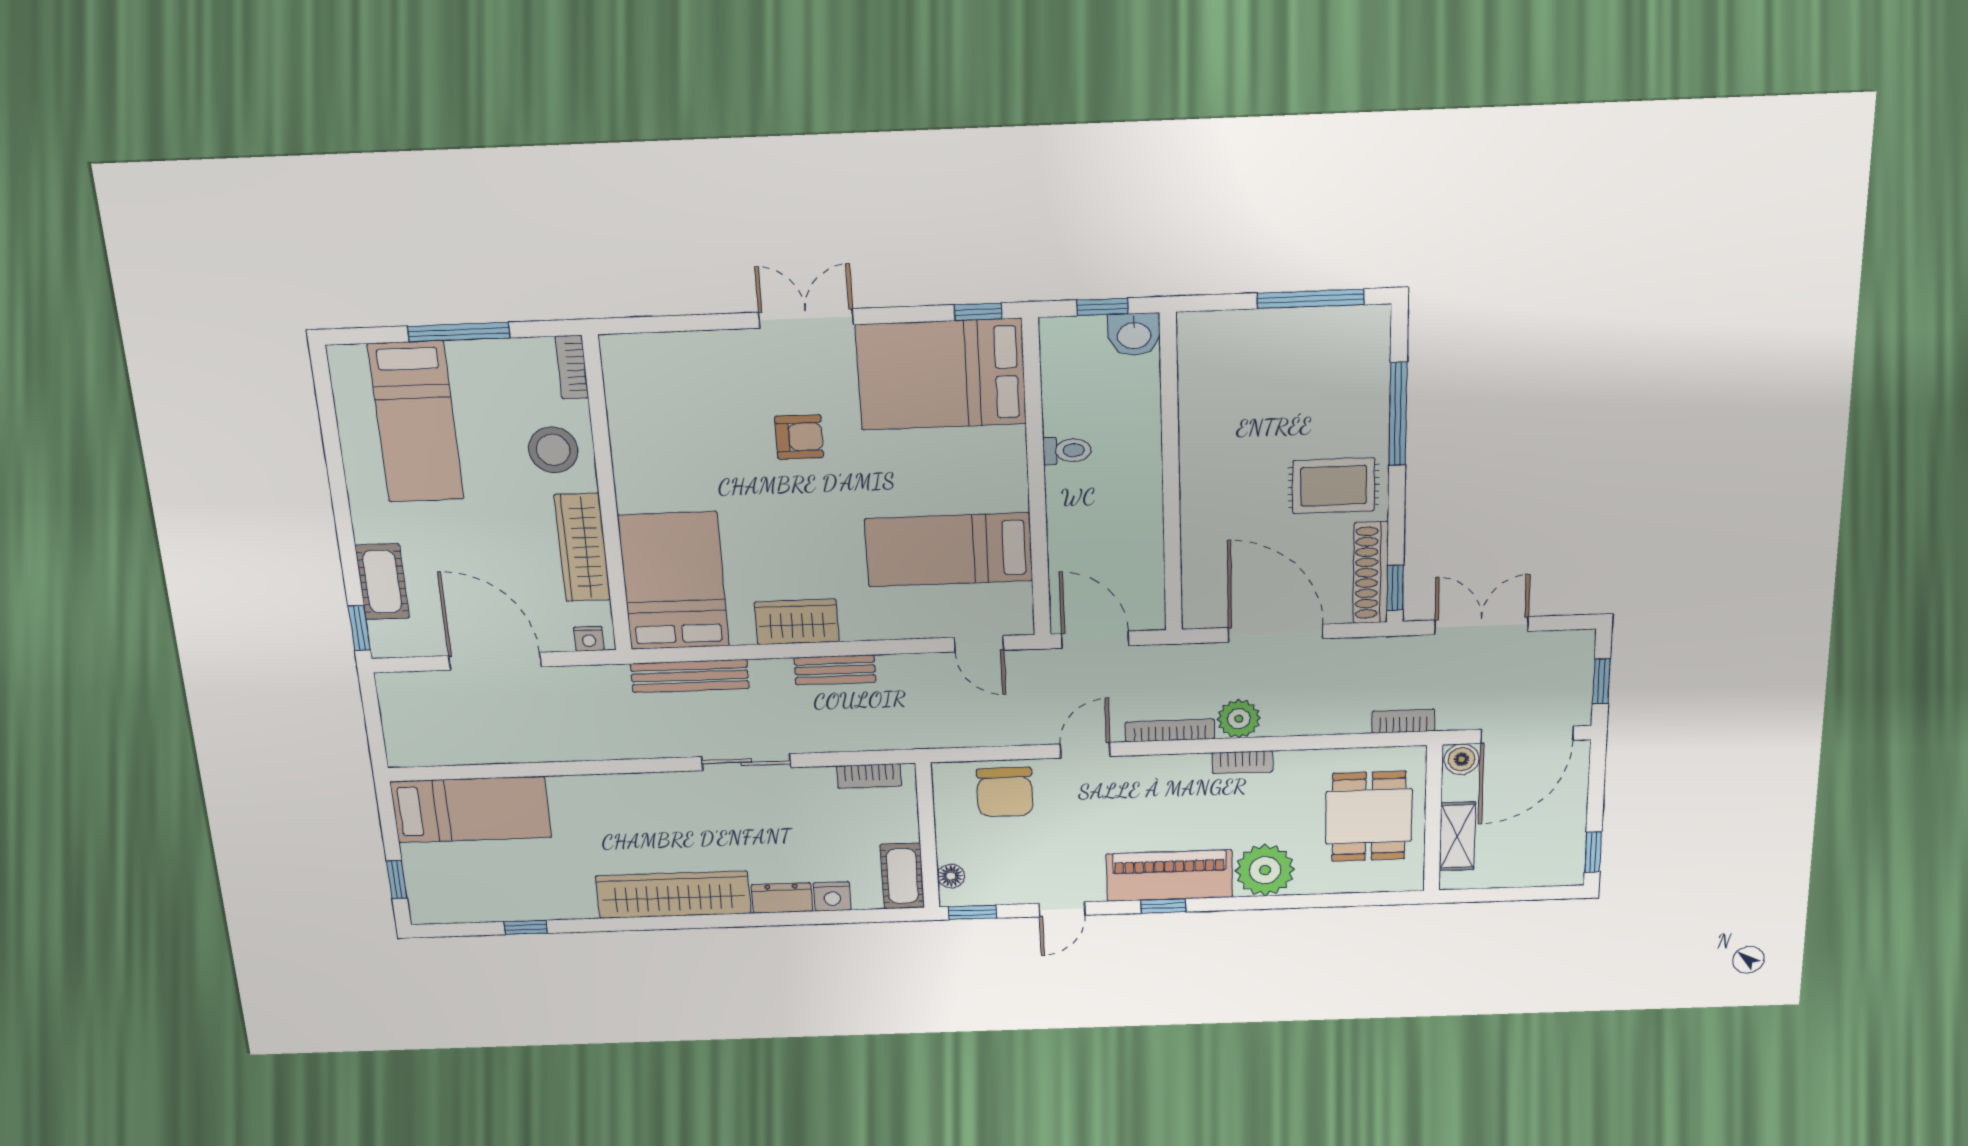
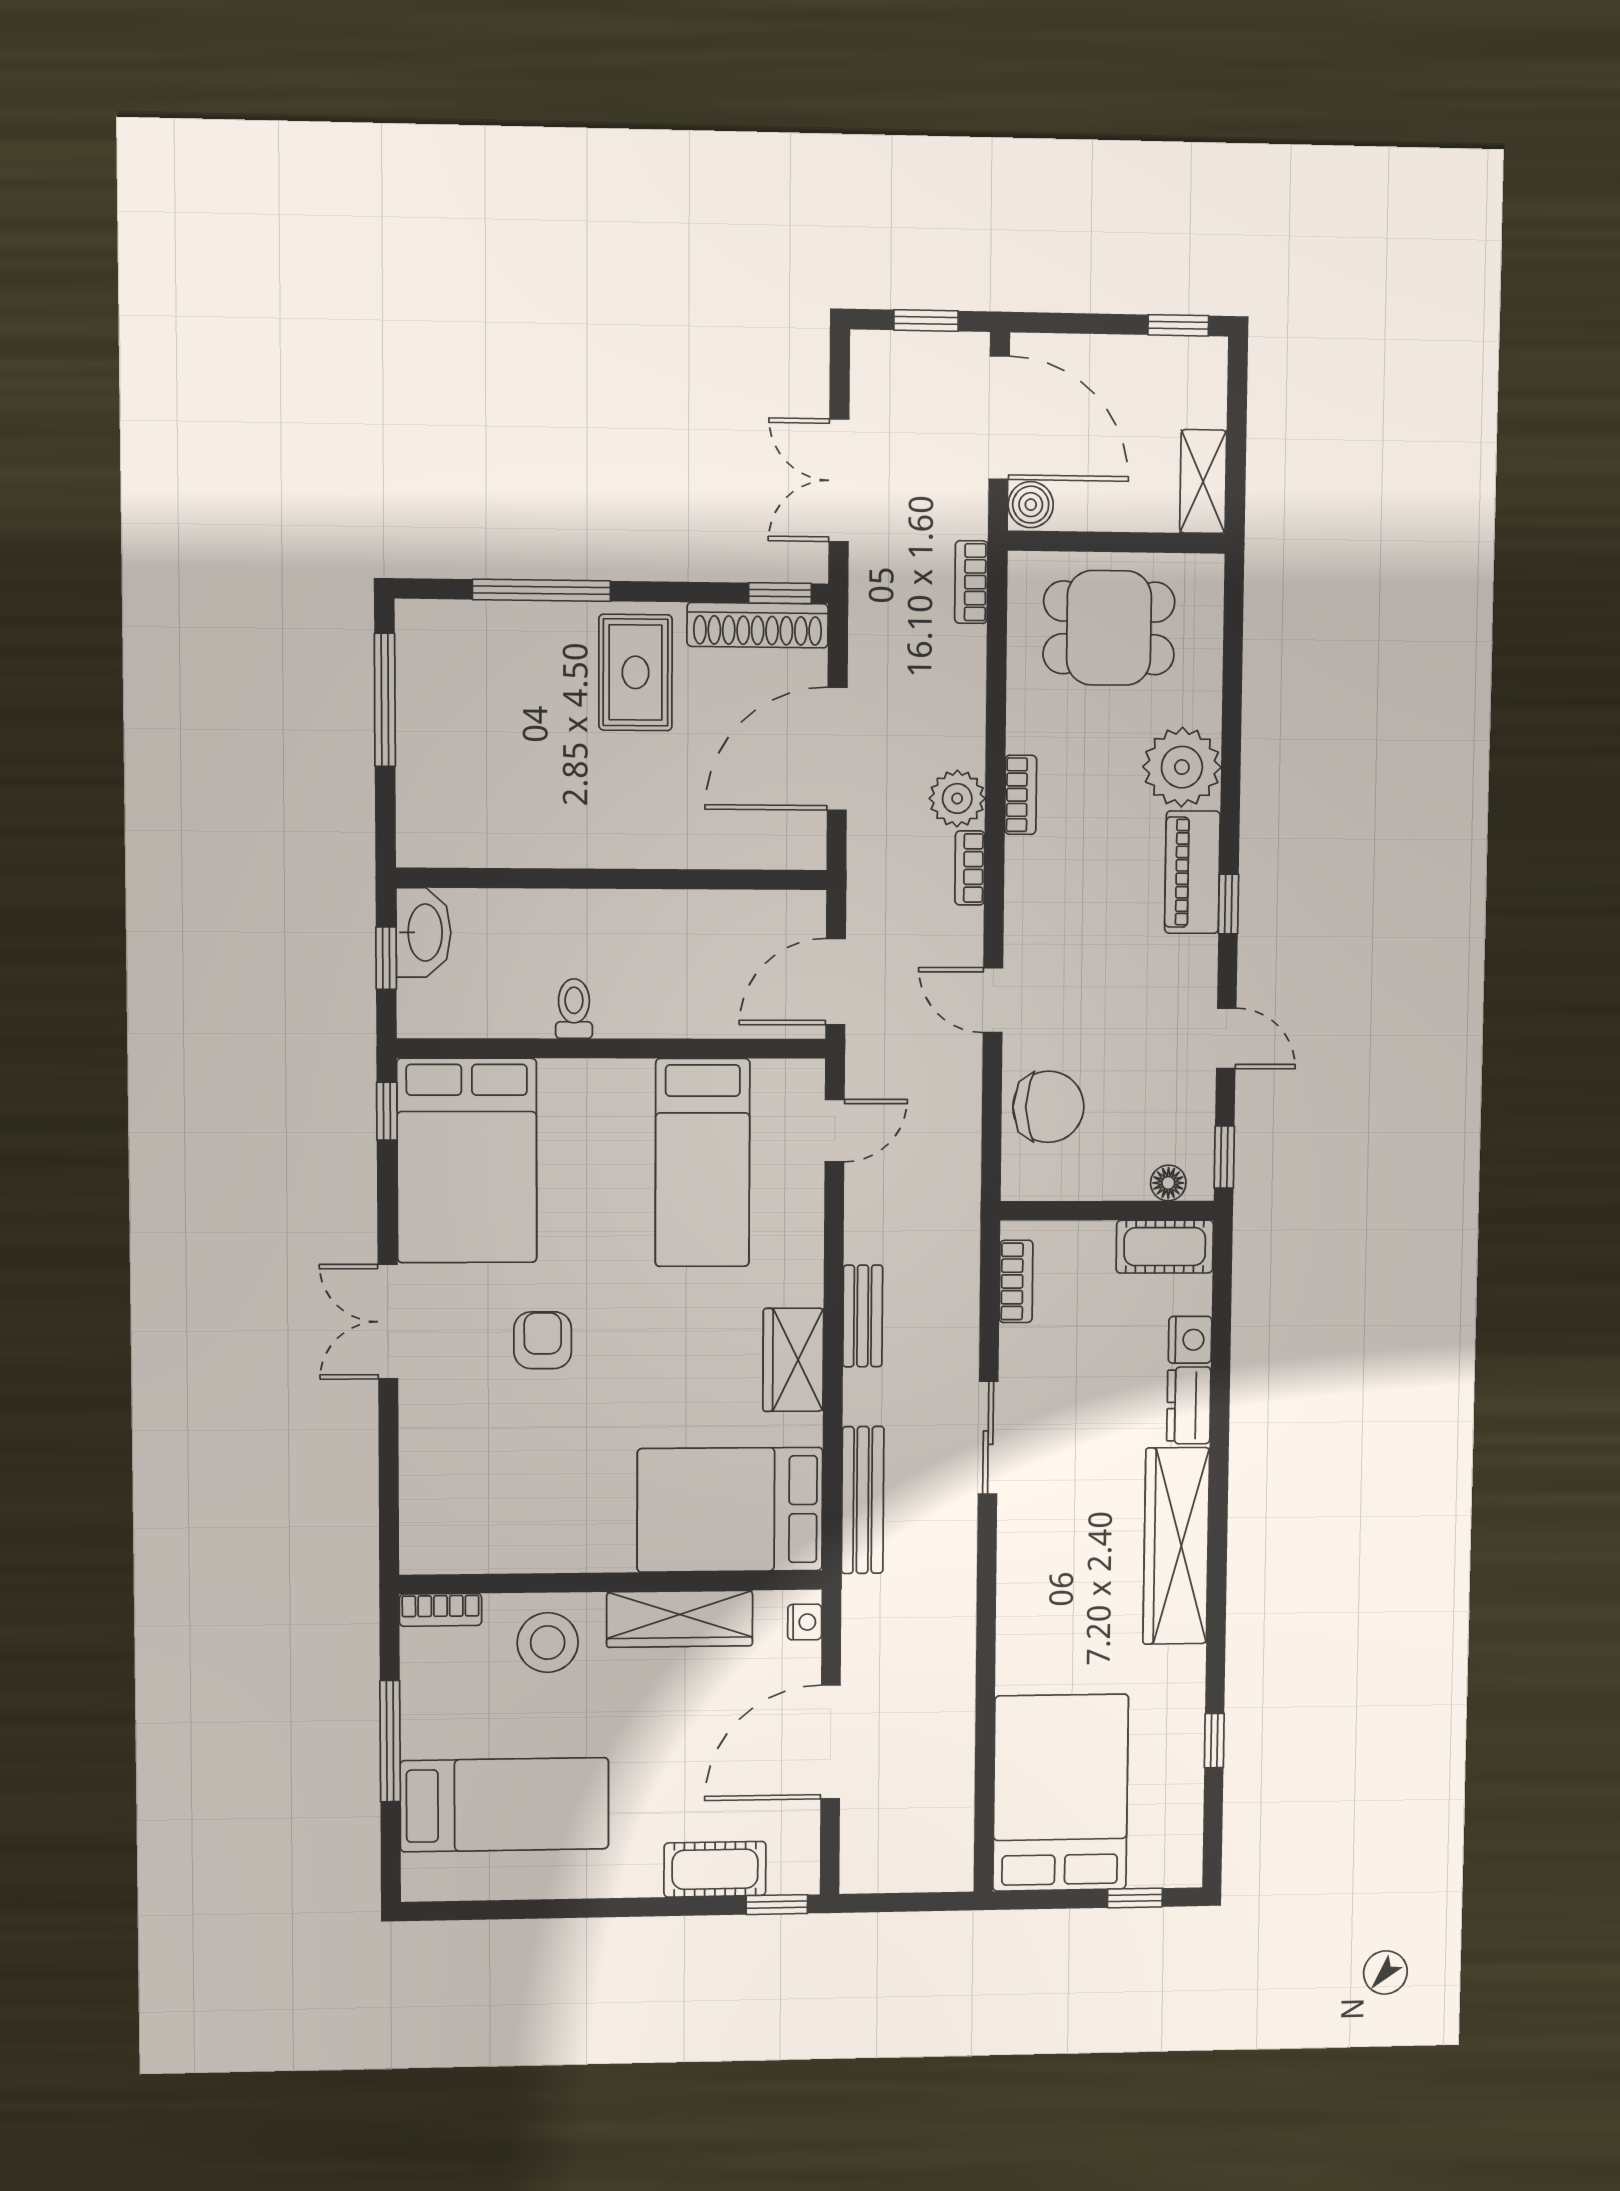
washbasin: (1134, 334) -> (424, 933), width x1.38
bookcase: (1170, 730) -> (970, 868), width x0.64
bed: (471, 810) -> (1061, 1793), width x1.50
shelving: (1457, 836) -> (1203, 482), moved, turned 90
piano: (1169, 876) -> (1192, 872), width x0.73, depth x0.75

